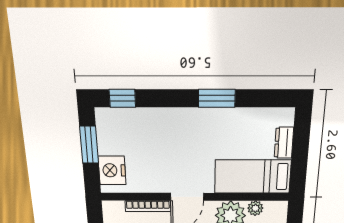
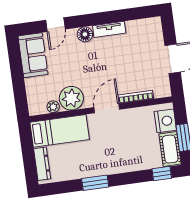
cot: (108, 131) -> (170, 149), added
dresser: (284, 143) -> (42, 164), width x1.44

